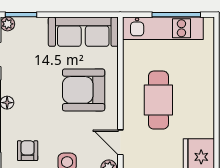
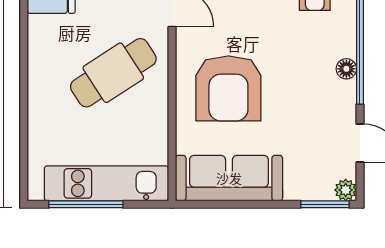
armchair: (84, 90) -> (228, 88), turned 90
cafe table: (158, 100) -> (113, 73), turned 57

